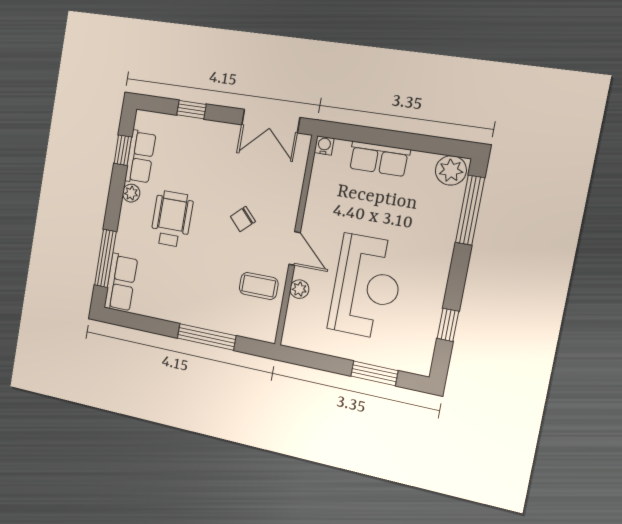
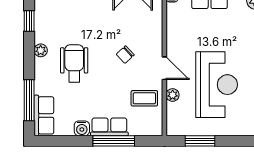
row of seats: (140, 157) -> (109, 127), moved, turned -90
water cooler: (167, 310) -> (82, 128), added
window: (374, 373) -> (200, 141), moved

